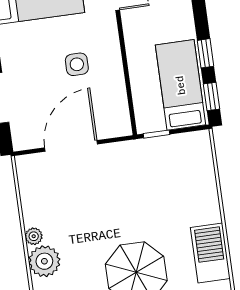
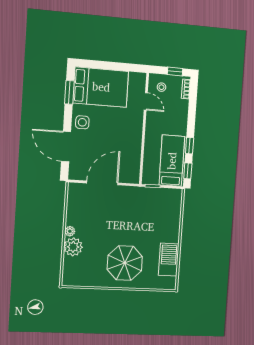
side table: (77, 64) -> (82, 122), moved

